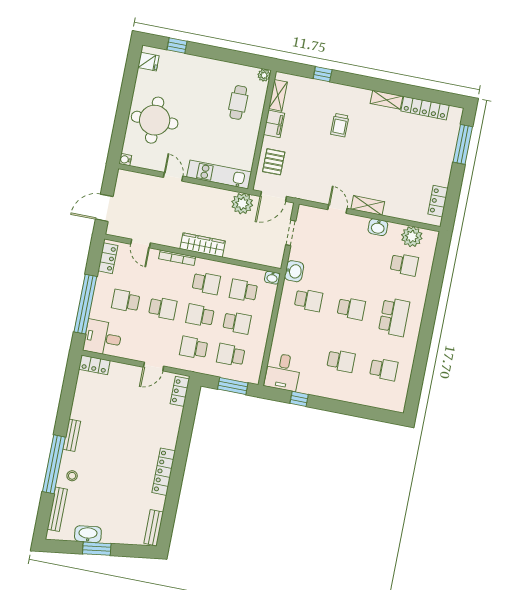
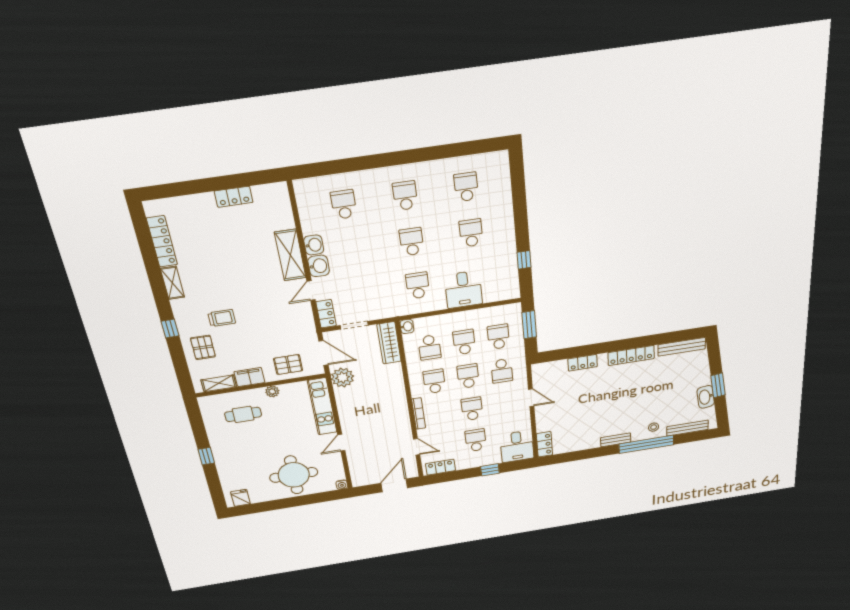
window: (177, 46) -> (206, 456), moved
window: (323, 74) -> (170, 329), moved
plant: (264, 75) -> (272, 391), moved
pallet: (318, 98) -> (203, 347), added
window: (463, 144) -> (183, 188), removed
locker: (438, 201) -> (234, 197), moved
shelving: (368, 205) -> (290, 255), width x1.50, depth x1.33
door: (104, 208) -> (394, 485), swing flipped
locker: (311, 213) -> (326, 314), added
plant: (412, 237) -> (310, 207), removed
door: (140, 244) -> (417, 447), hinge flipped
wardrobe: (203, 245) -> (389, 343), moved
washbasin: (294, 271) -> (319, 266), moved, turned 90
school desk: (126, 301) -> (476, 440), turned 180
window: (85, 304) -> (490, 470), width x0.32
school desk: (200, 315) -> (468, 376), turned 180
school desk: (394, 317) -> (405, 196), width x0.54
school desk: (231, 355) -> (498, 337), turned 180
desk: (283, 372) -> (463, 289), moved, turned 90
locker: (180, 391) -> (583, 363), moved
bench: (154, 528) -> (682, 347), width x1.36

